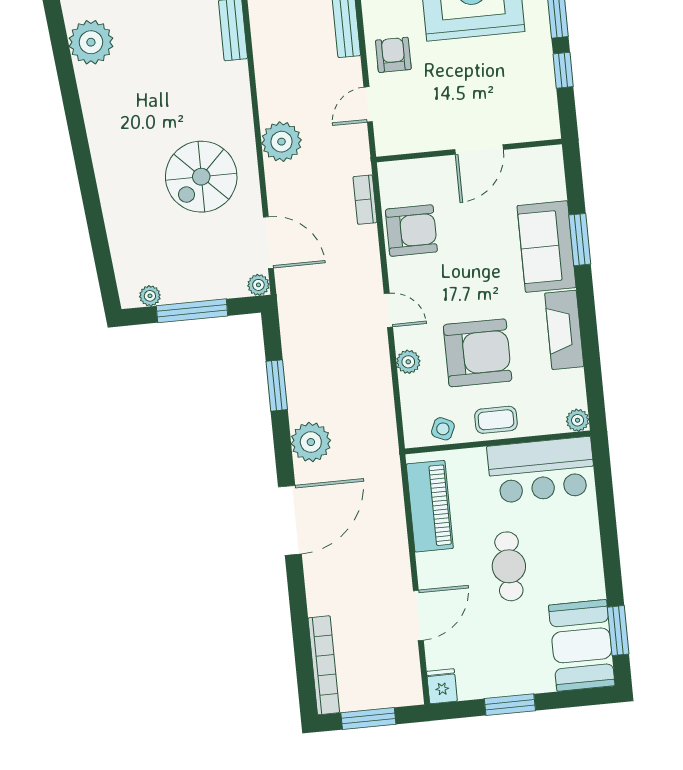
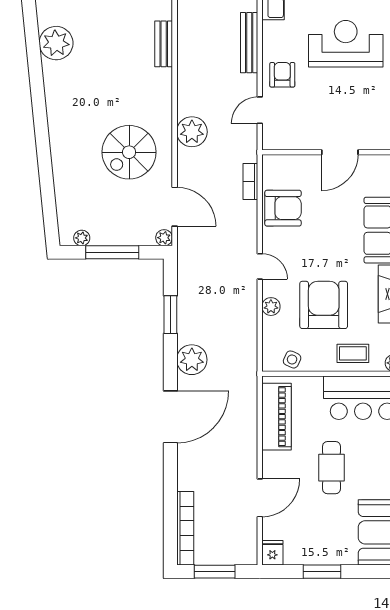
armchair: (478, 353) -> (324, 305), turned -90
coffee table: (496, 420) -> (353, 353), moved

